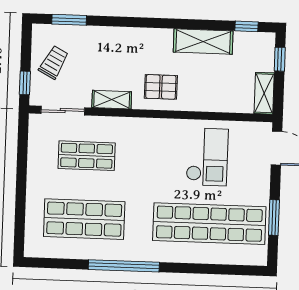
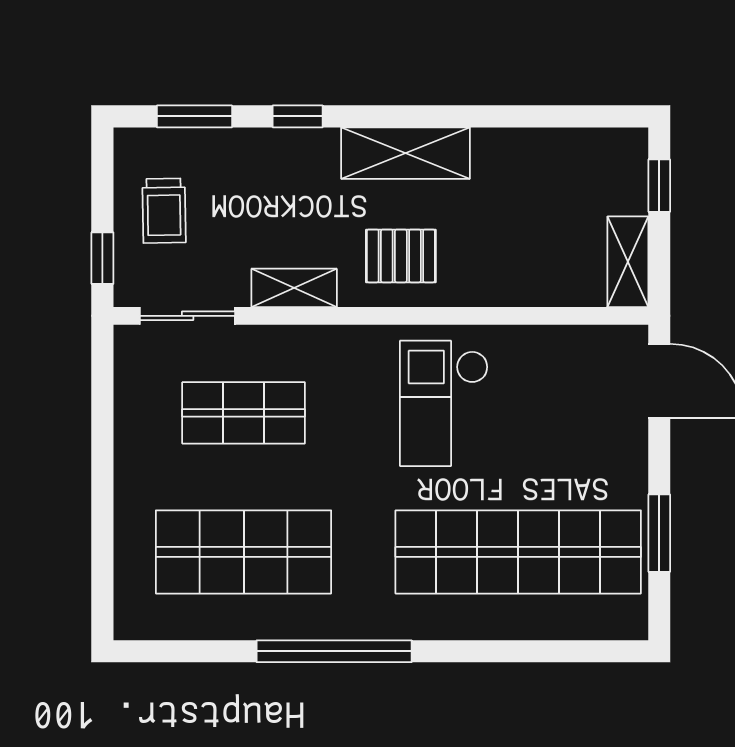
window: (246, 26) -> (298, 116), moved
shelving: (203, 42) -> (406, 153), moved
trolley: (54, 62) -> (164, 211), turned 151
checkout: (207, 157) -> (444, 403), moved, turned 180

